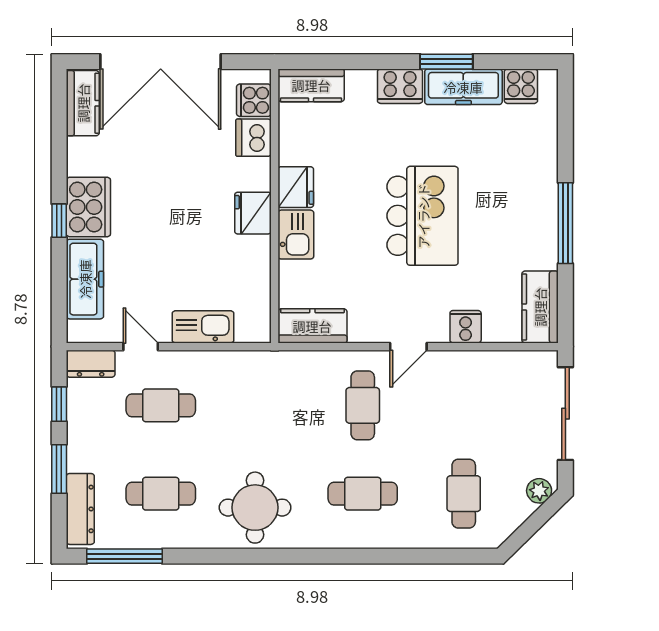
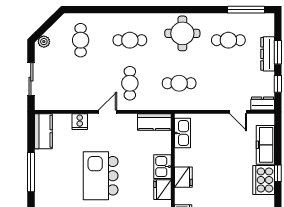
kitchen sink: (203, 327) -> (182, 133), moved, turned -90
cafe table: (161, 405) -> (179, 83), moved
sliding door: (565, 414) -> (31, 79), width x0.73
dresser: (80, 509) -> (268, 54), moved

